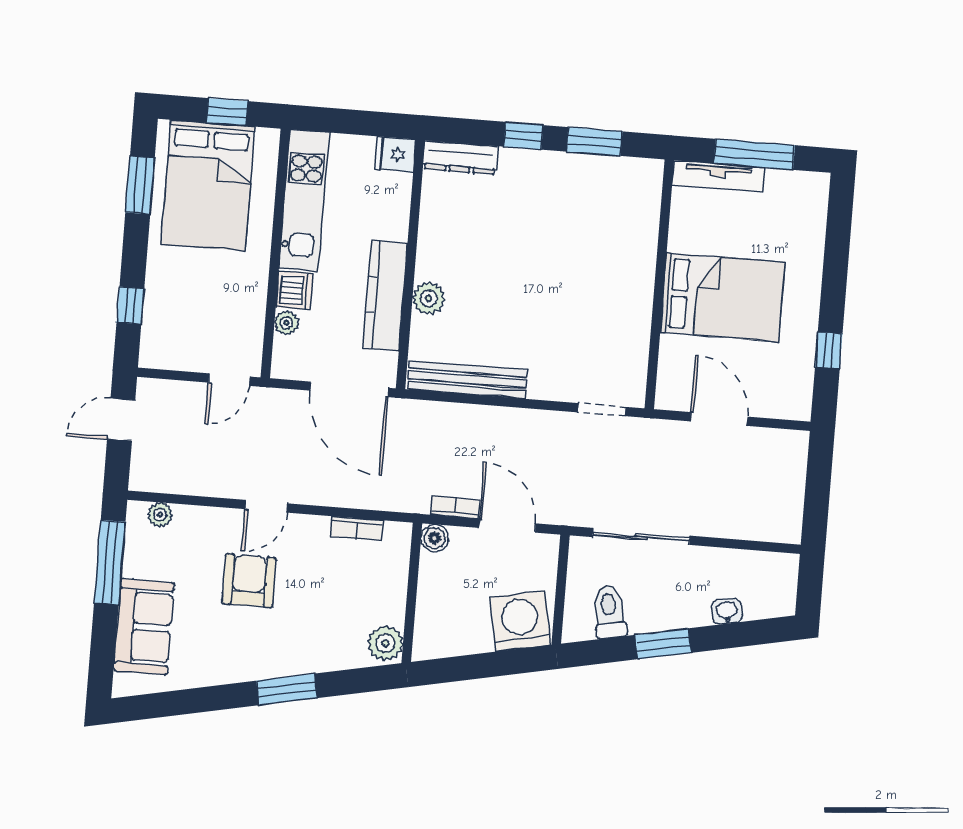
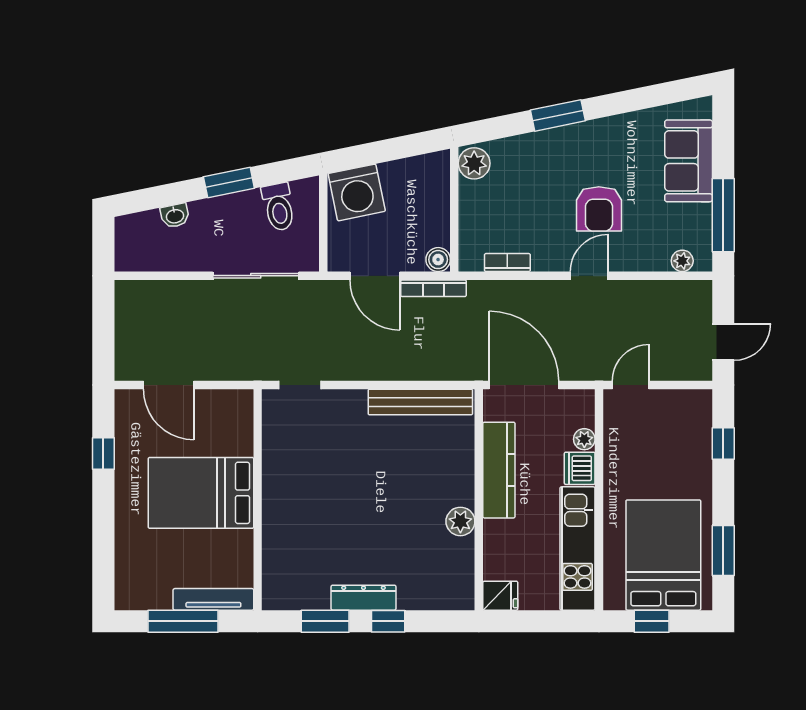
dresser: (460, 157) -> (363, 598), moved
plant: (429, 298) -> (460, 521), moved
door: (719, 419) -> (169, 385), moved
bookcase: (456, 507) -> (433, 288), width x1.56

